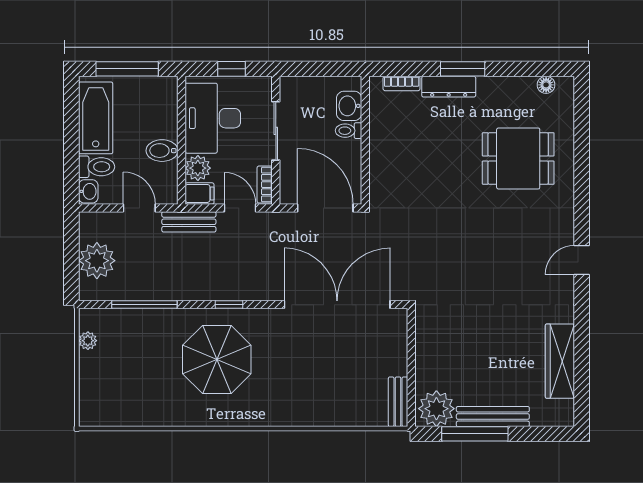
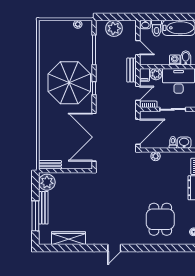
washing machine: (167, 126) -> (175, 60), added
bidet: (162, 151) -> (186, 58), moved
plant: (379, 169) -> (156, 156), added
door: (139, 208) -> (138, 48), hinge flipped
door: (582, 260) -> (114, 248), swing flipped
double door: (337, 305) -> (94, 137), swing flipped
parasol: (217, 360) -> (69, 83), width x1.36, depth x1.36
window: (475, 434) -> (35, 216), moved

